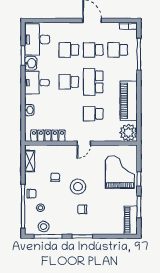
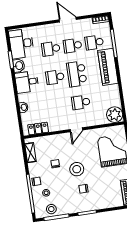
piano: (129, 101) -> (108, 67), moved
locker: (48, 136) -> (38, 129), width x0.66

